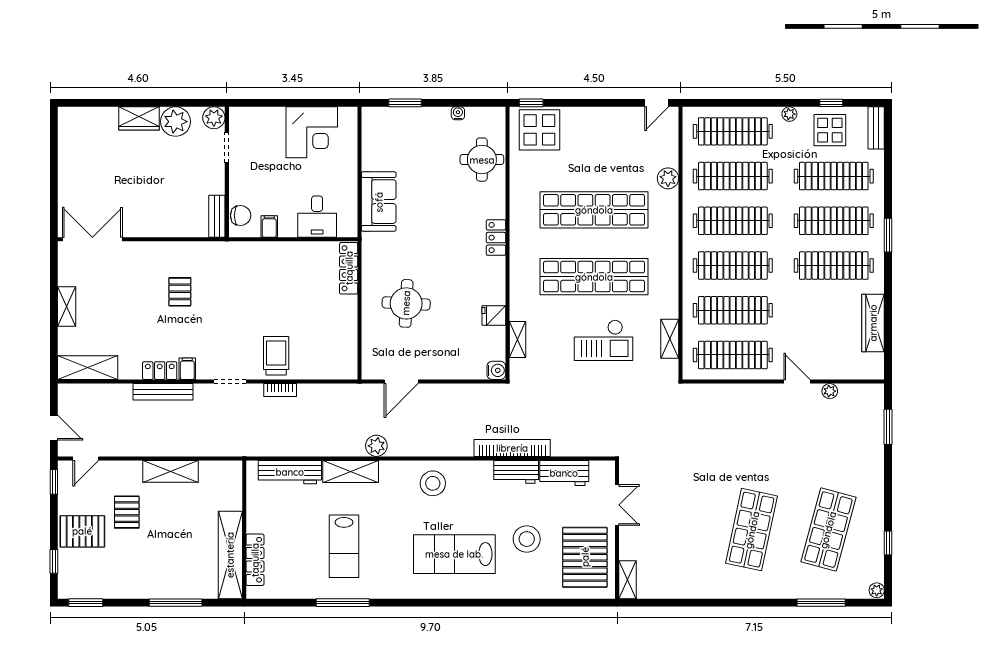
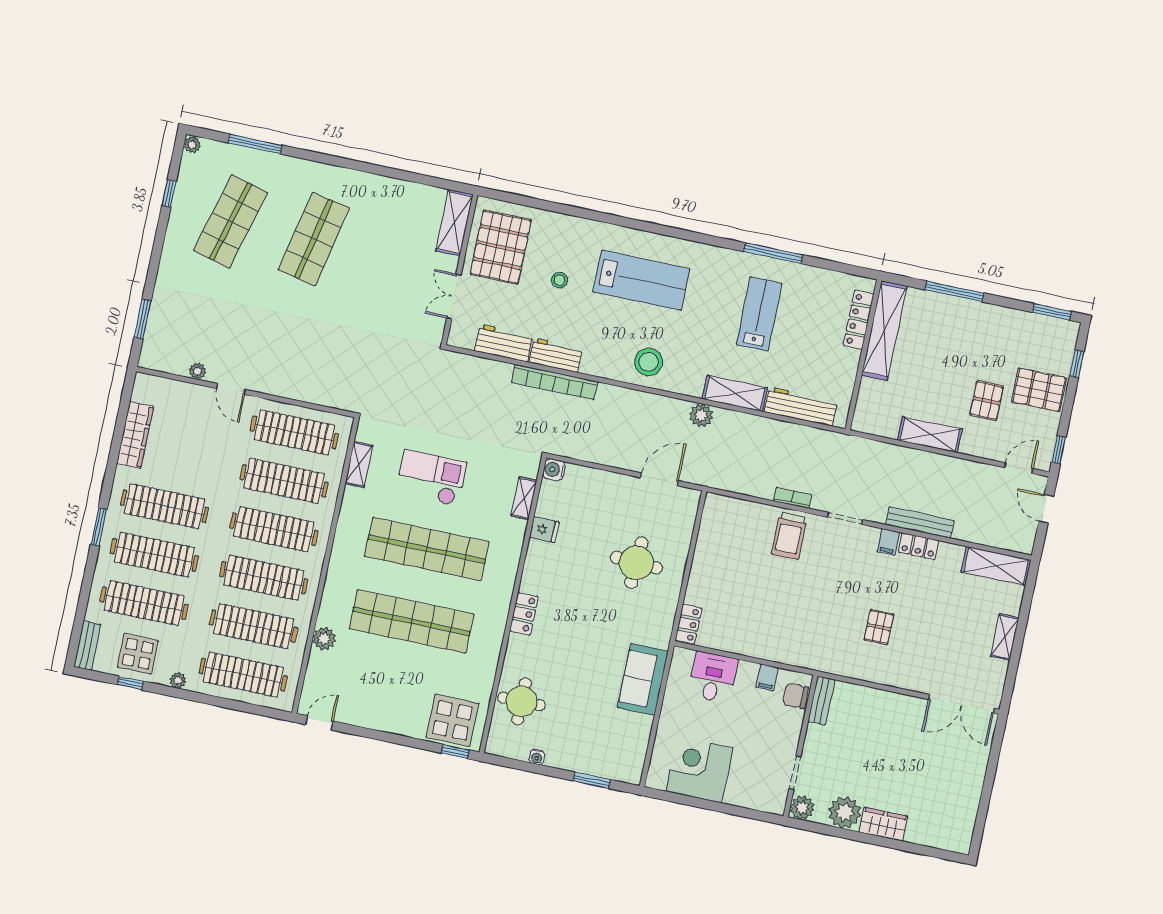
locker: (349, 268) -> (689, 624), width x0.66
stool: (527, 539) -> (560, 280), width x0.53, depth x0.53
shelving: (628, 580) -> (454, 223), width x1.50, depth x1.33

